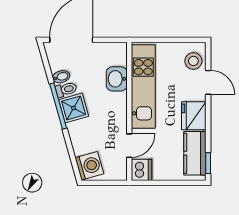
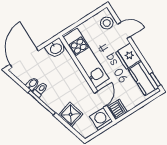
washbasin: (117, 79) -> (56, 48), moved, turned -90
shower: (74, 108) -> (71, 115), moved
washing machine: (89, 166) -> (101, 119), moved, turned -74

